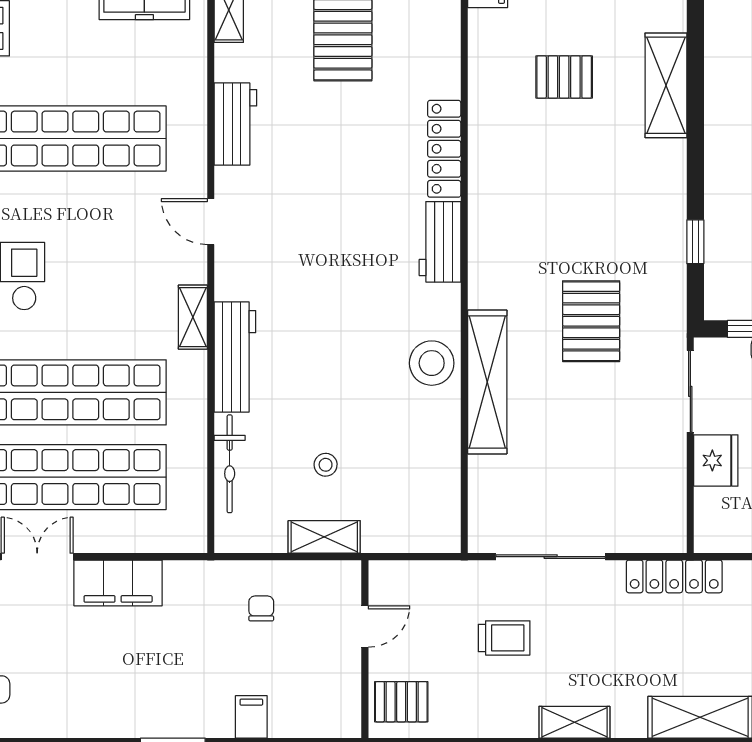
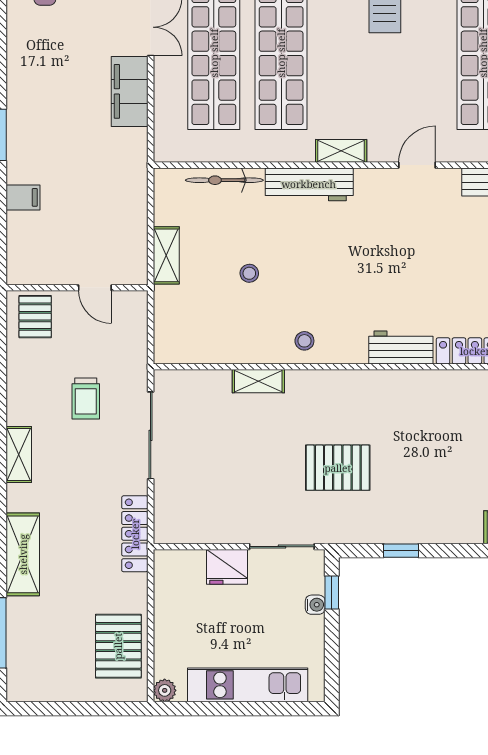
stool: (432, 363) -> (304, 341), width x0.53, depth x0.53
shelving: (487, 382) -> (258, 381), width x0.45, depth x0.75
stool: (326, 465) -> (249, 273), moved
chair: (261, 608) -> (109, 205), removed

